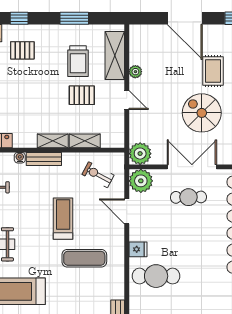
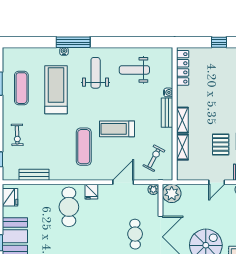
plant: (141, 181) -> (153, 189), width x0.53, depth x0.53
treadmill: (63, 219) -> (117, 129), turned 180

